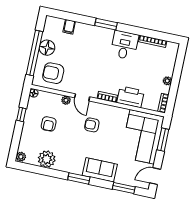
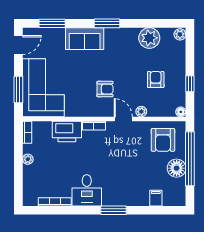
armchair: (53, 73) -> (163, 140), turned 90

